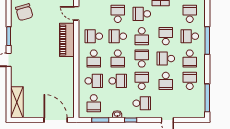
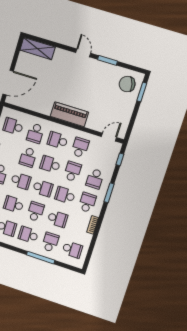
school desk: (118, 14) -> (95, 179), turned 90
piano: (67, 40) -> (69, 114), moved

